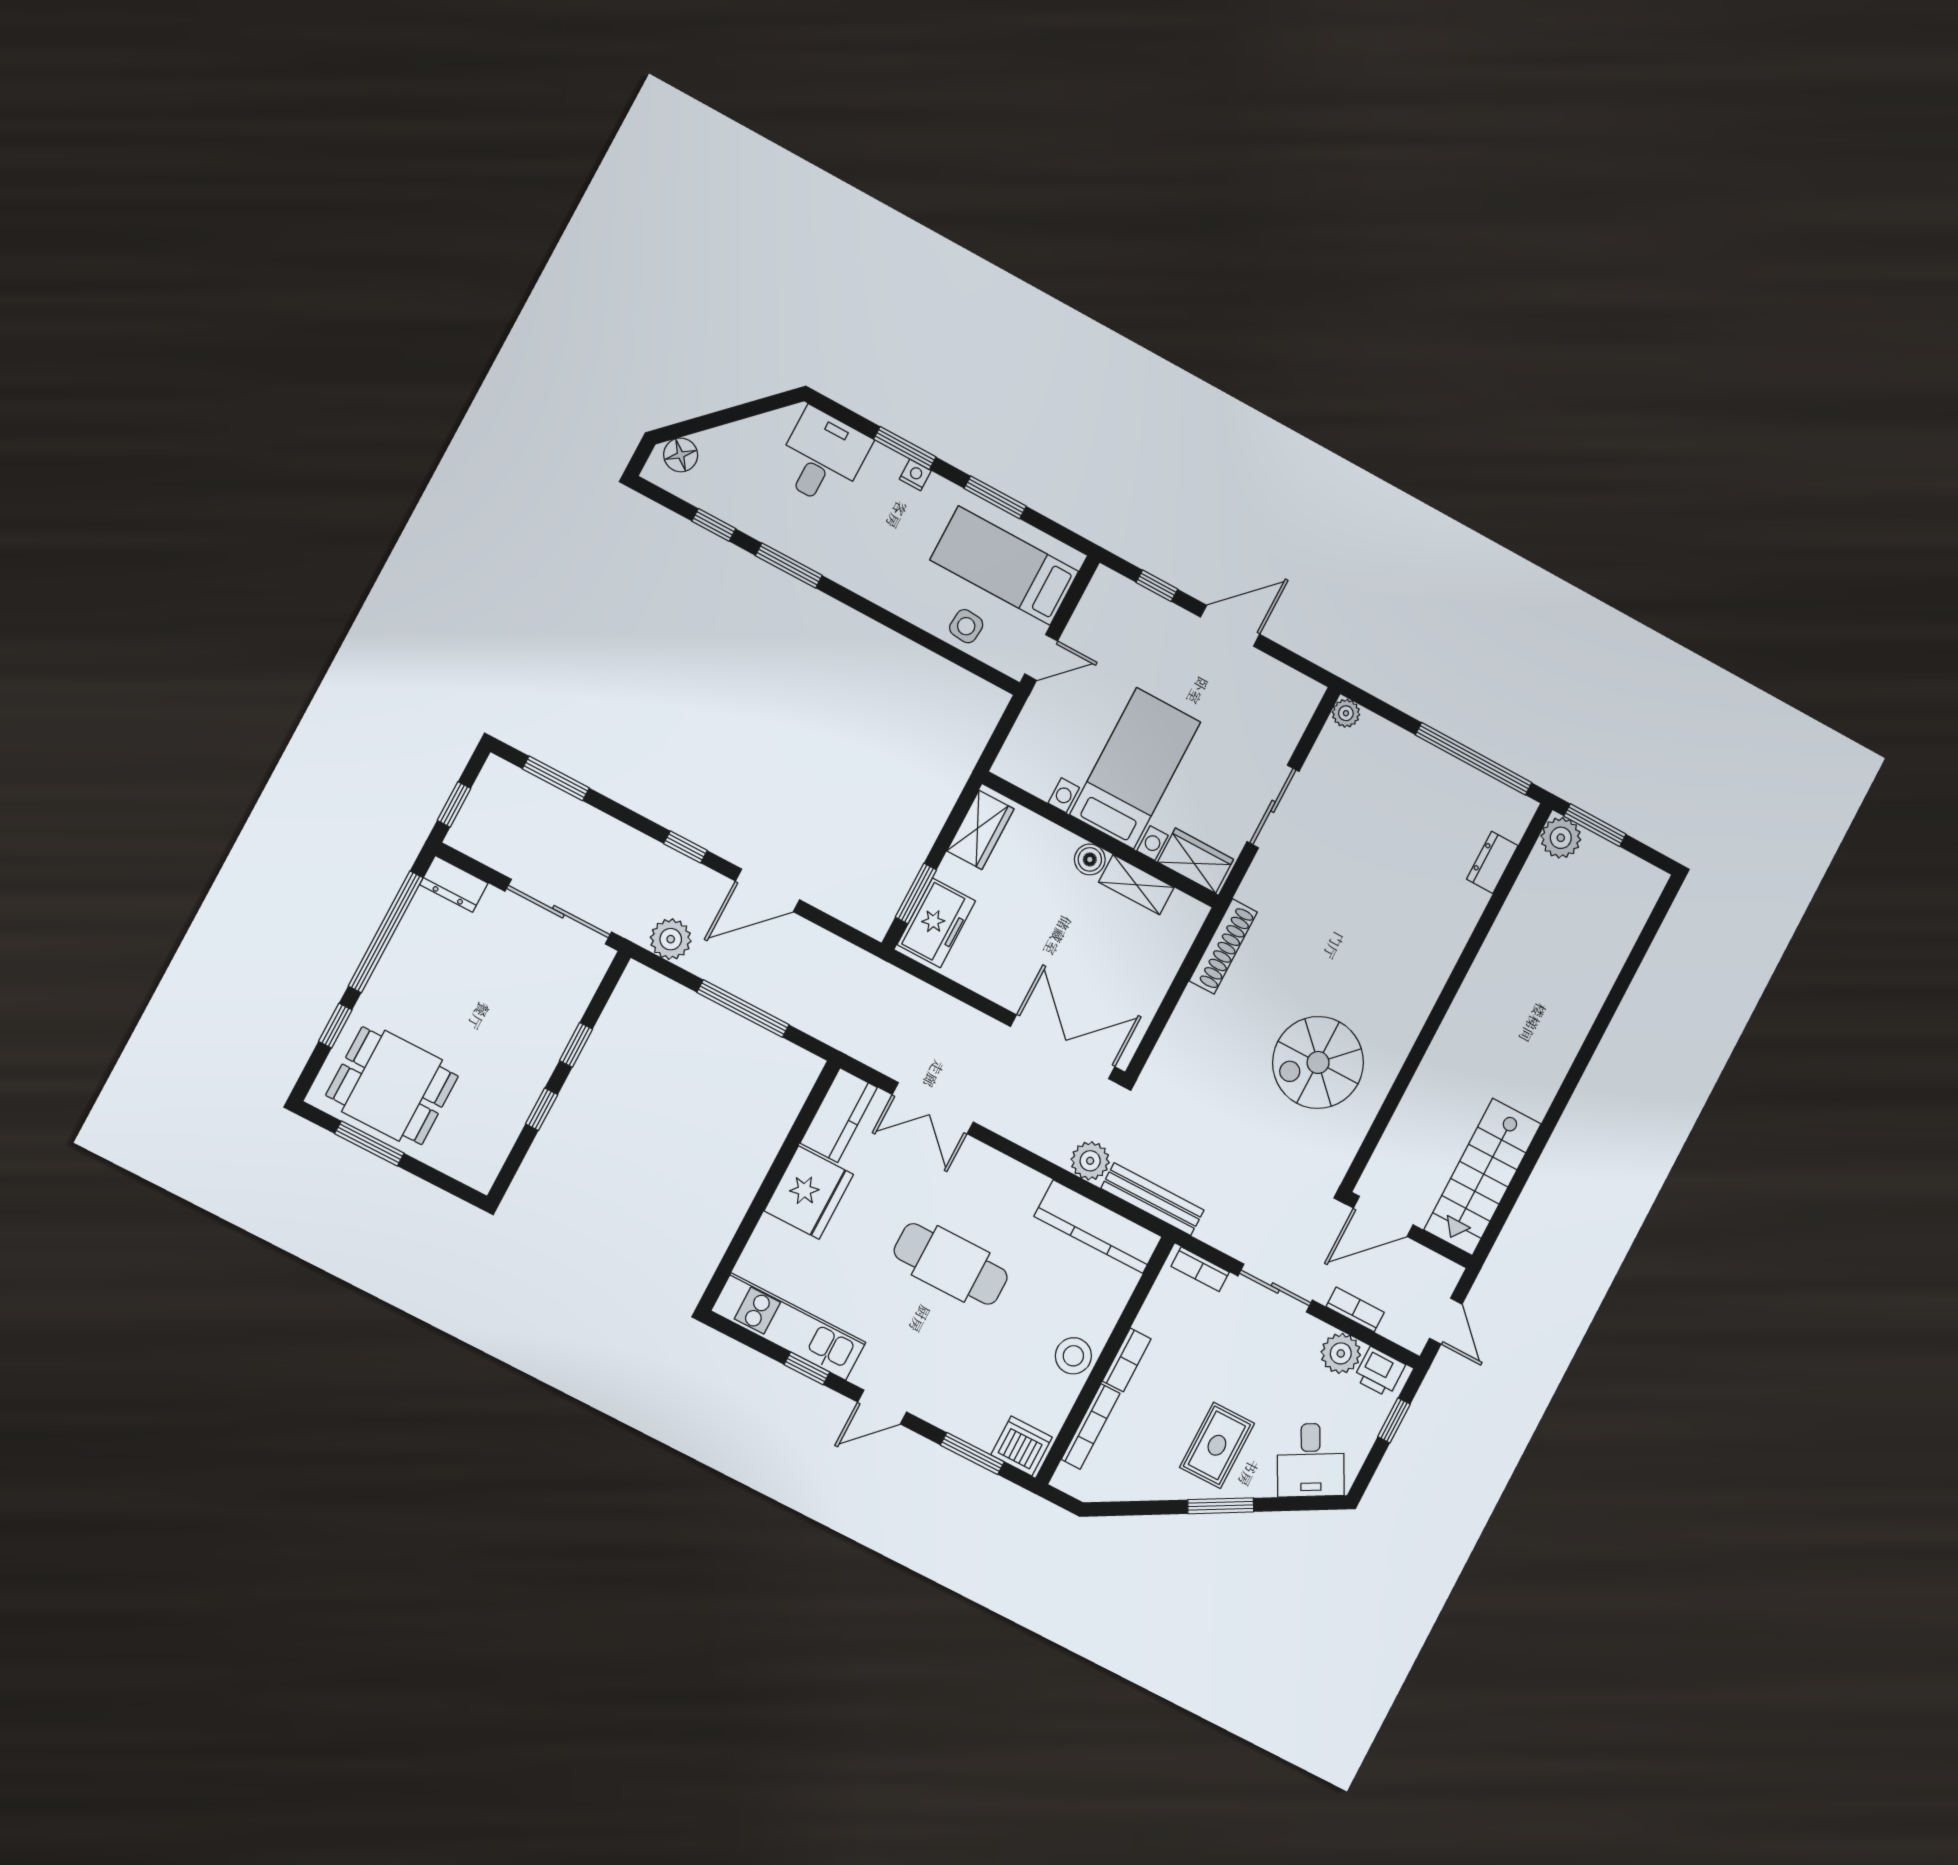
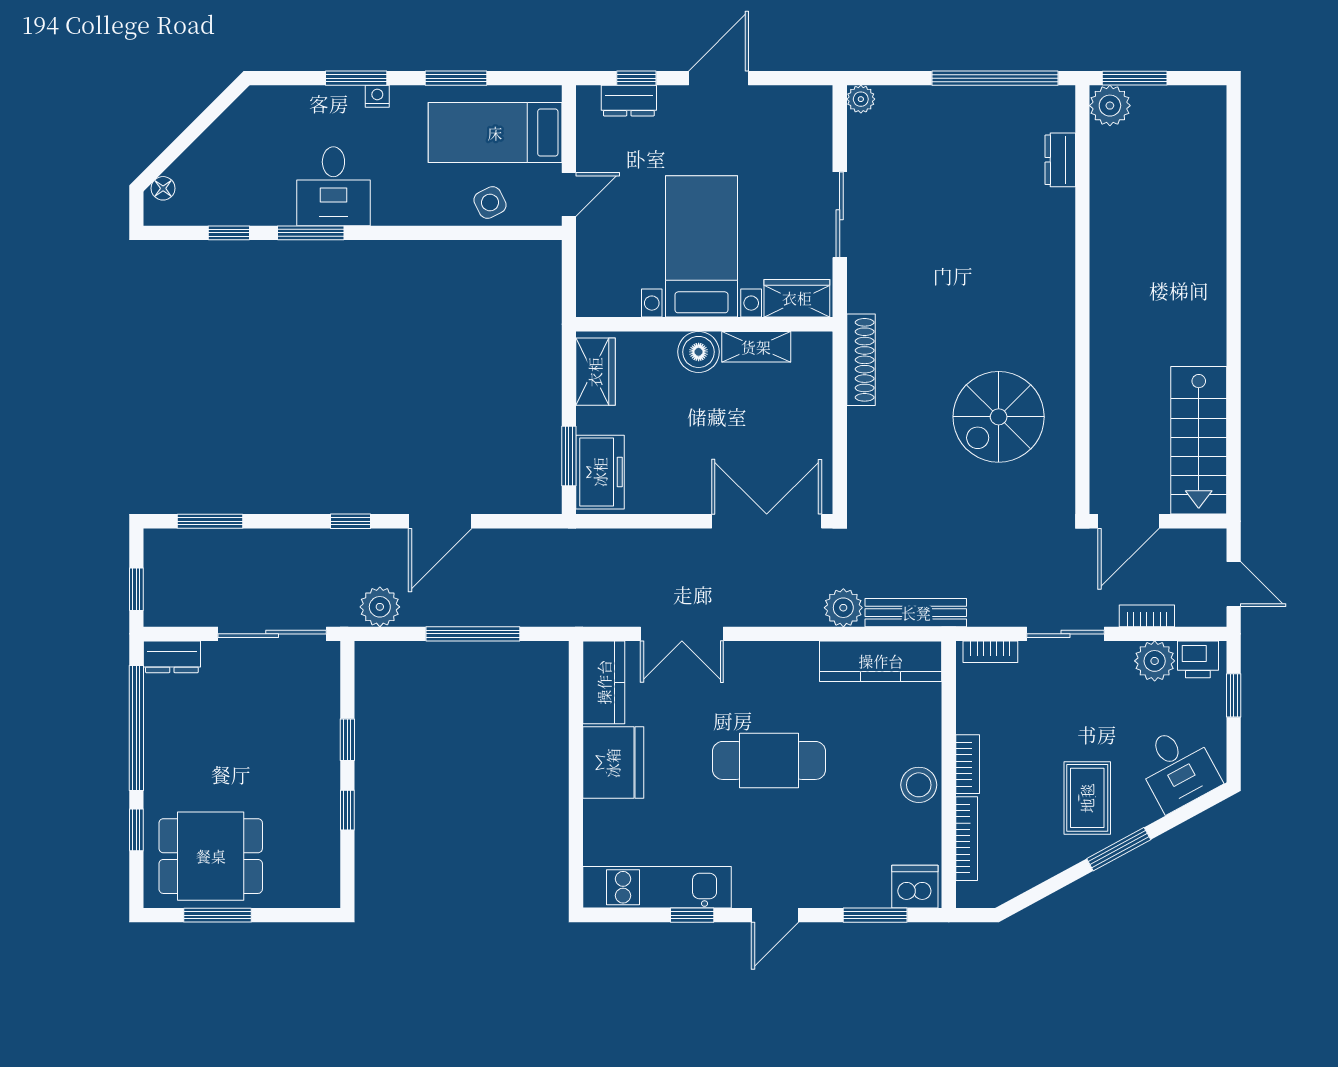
floor lamp: (681, 455) -> (163, 188), width x0.73, depth x0.73
desk: (822, 457) -> (333, 186), moved, turned 180
dresser: (1140, 602) -> (629, 101), added
side table: (966, 626) -> (490, 203), turned -31
boiler: (1090, 859) -> (699, 352), width x1.36, depth x1.36

